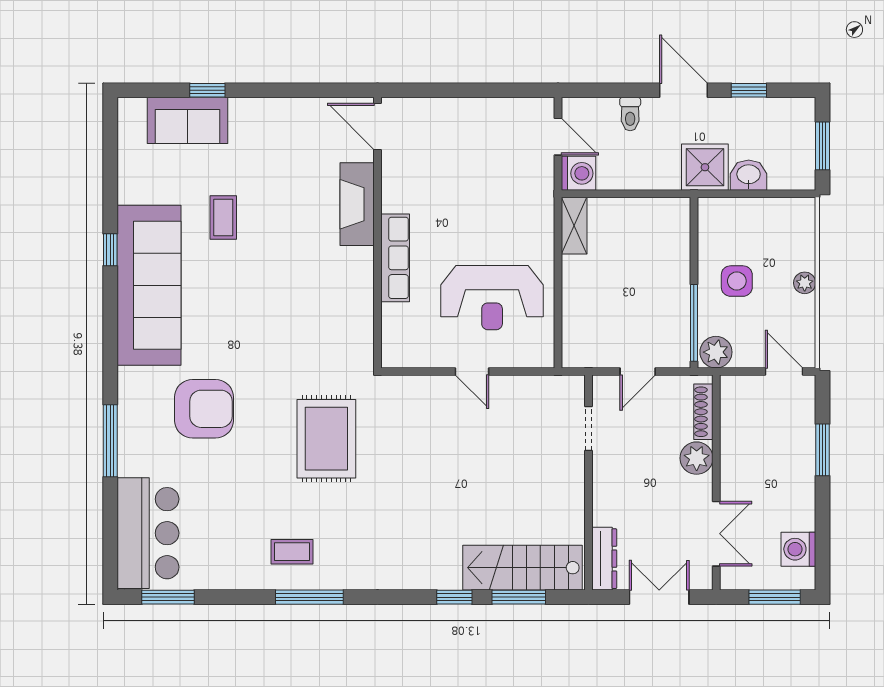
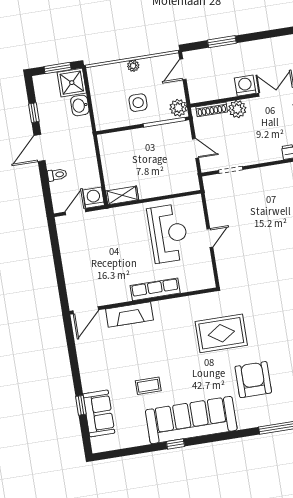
shower: (705, 167) -> (72, 83), moved
rug: (326, 439) -> (221, 333), moved
washing machine: (798, 549) -> (245, 86), moved, turned 180

